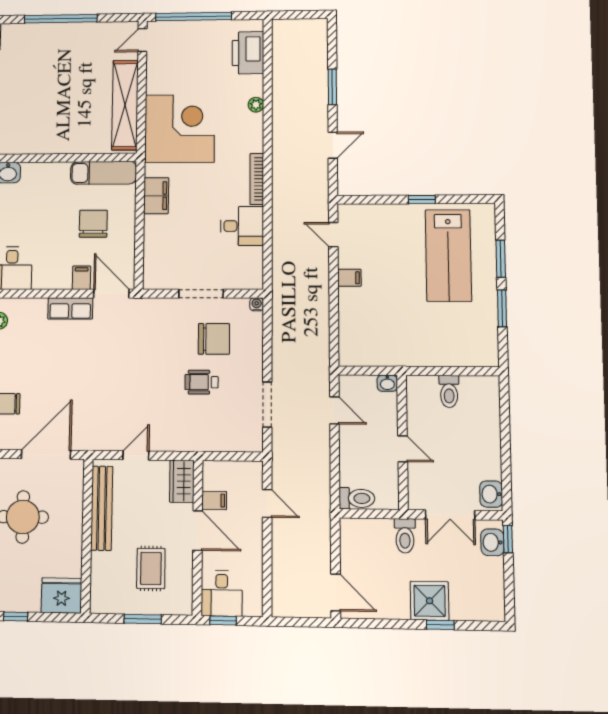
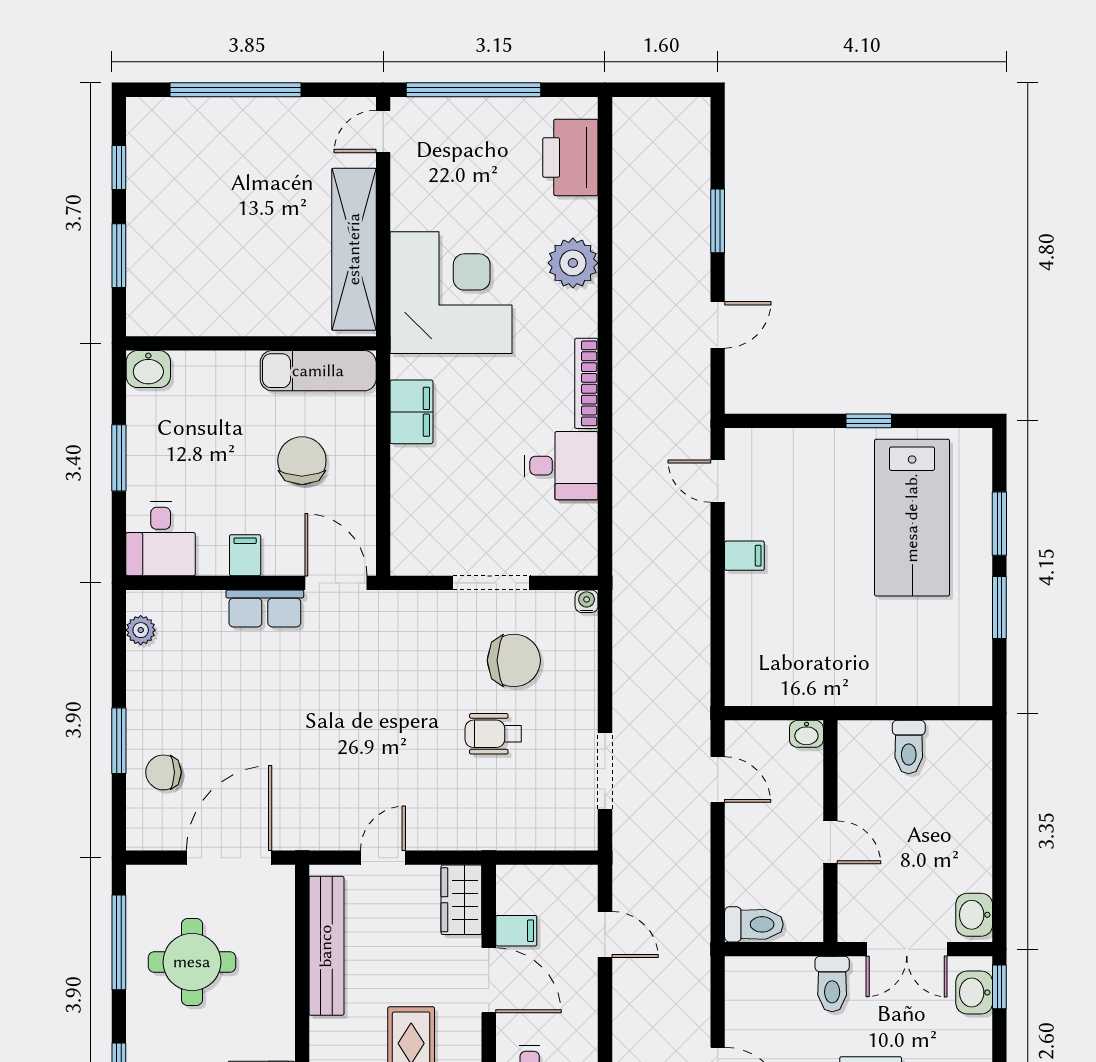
plant: (256, 105) -> (573, 263), width x1.88, depth x1.88
filing cabinet: (81, 278) -> (245, 555), moved

